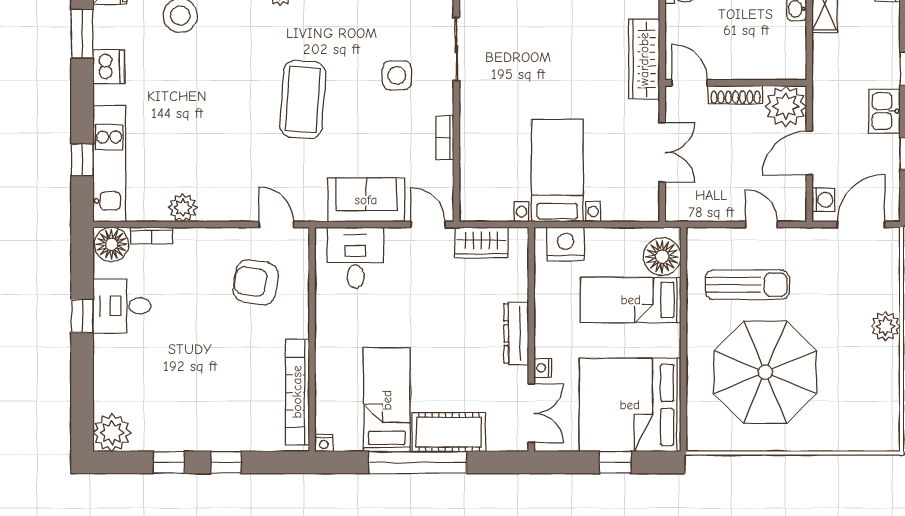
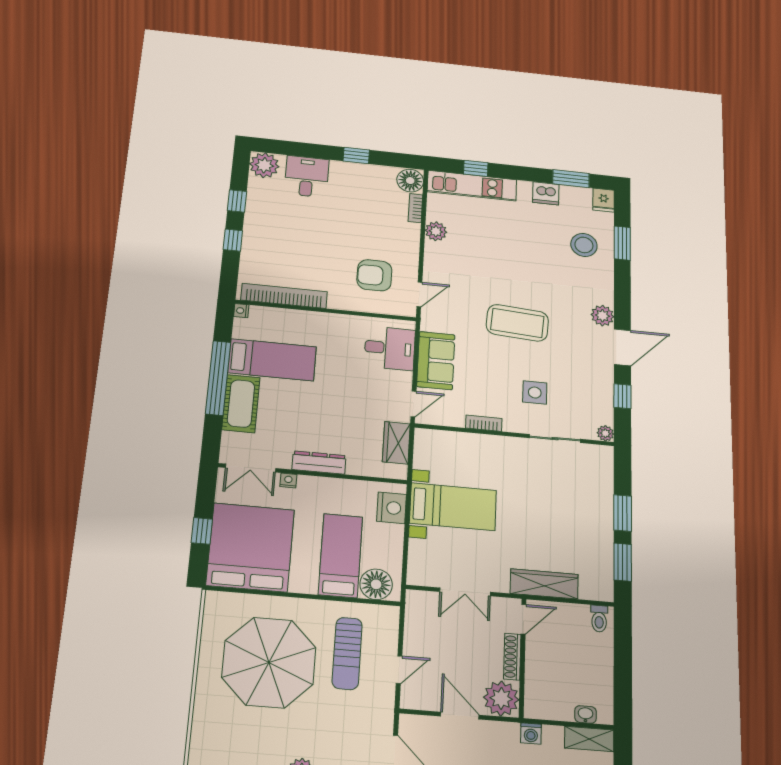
washing machine: (823, 200) -> (531, 733), moved
armchair: (256, 282) -> (374, 275), turned -100
desk: (122, 306) -> (307, 176), moved

